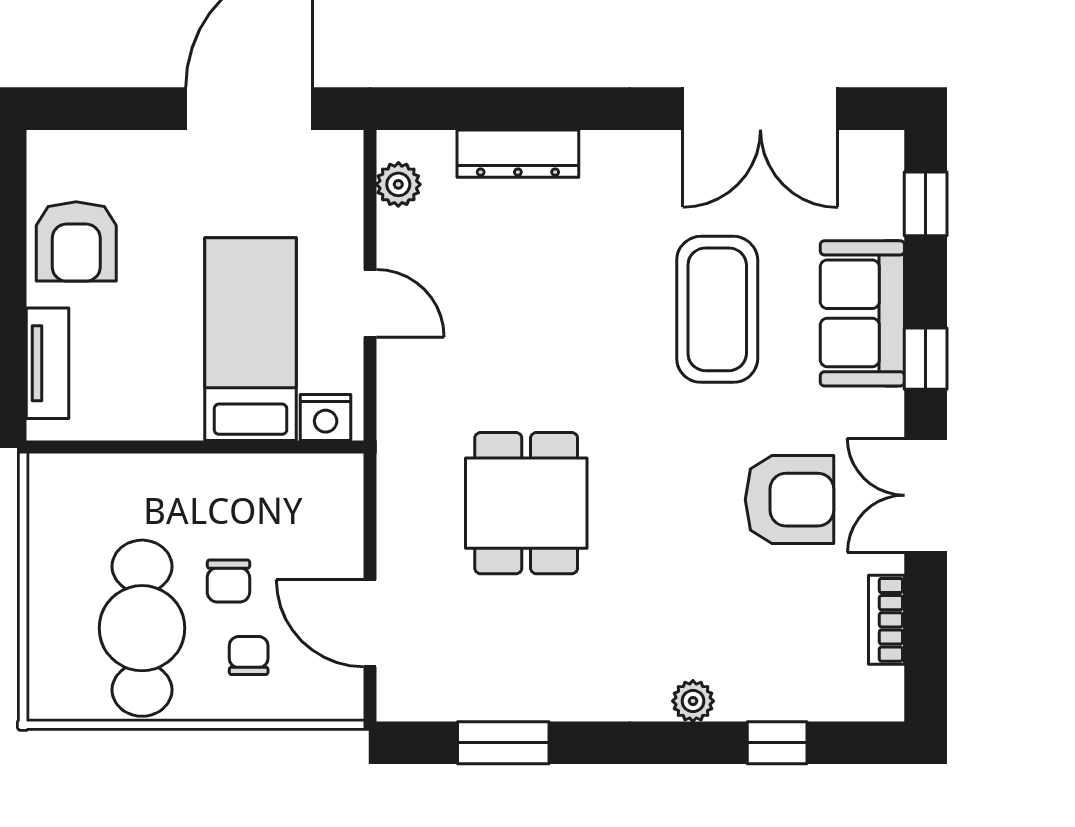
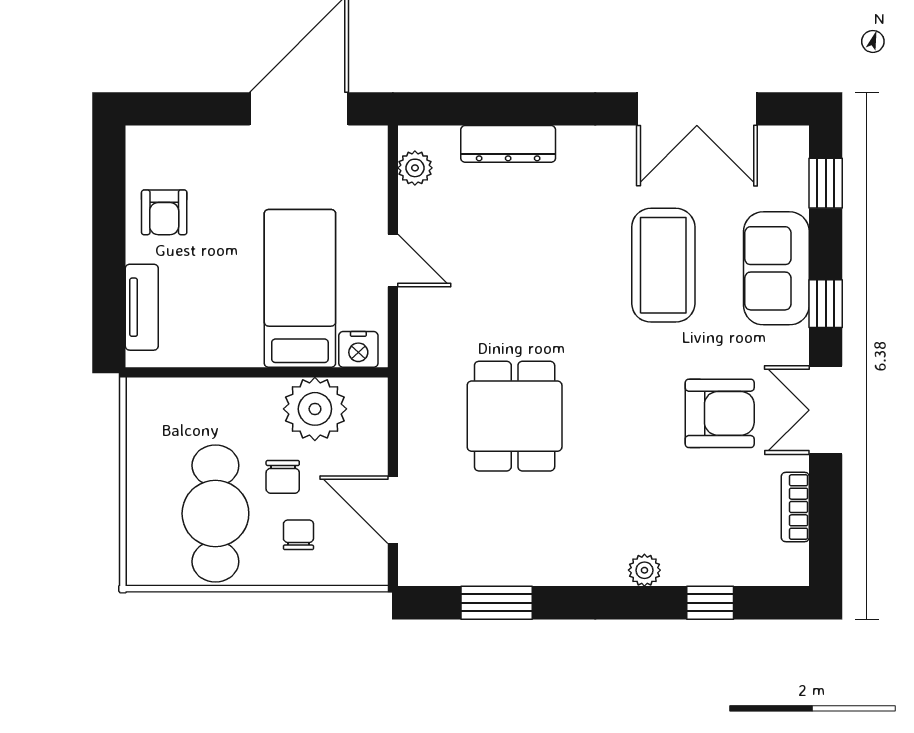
armchair: (76, 241) -> (164, 212), width x0.72, depth x0.72
plant: (270, 494) -> (315, 409), added

